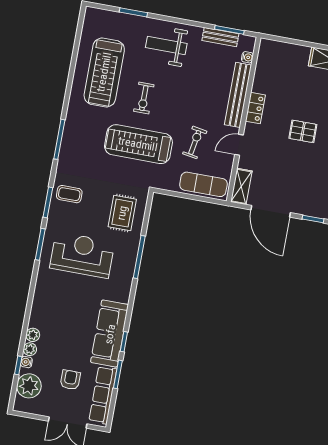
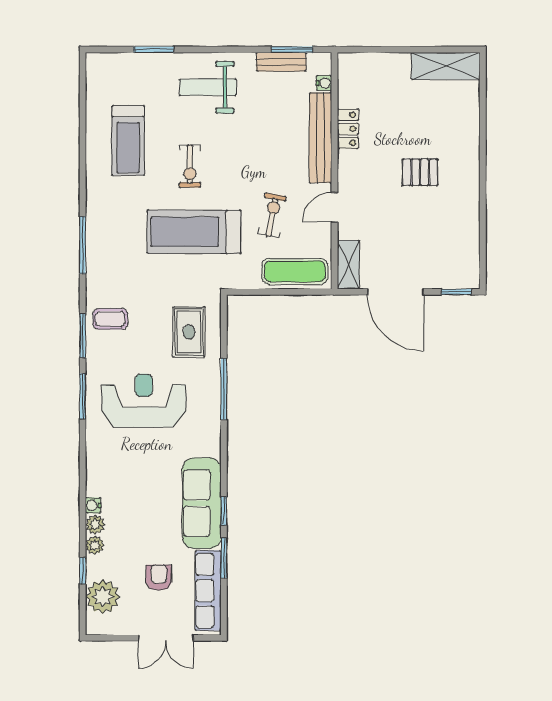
treadmill: (104, 72) -> (128, 141), width x0.73, depth x0.73
locker: (255, 108) -> (348, 129), moved
water cooler: (26, 362) -> (93, 505), moved

